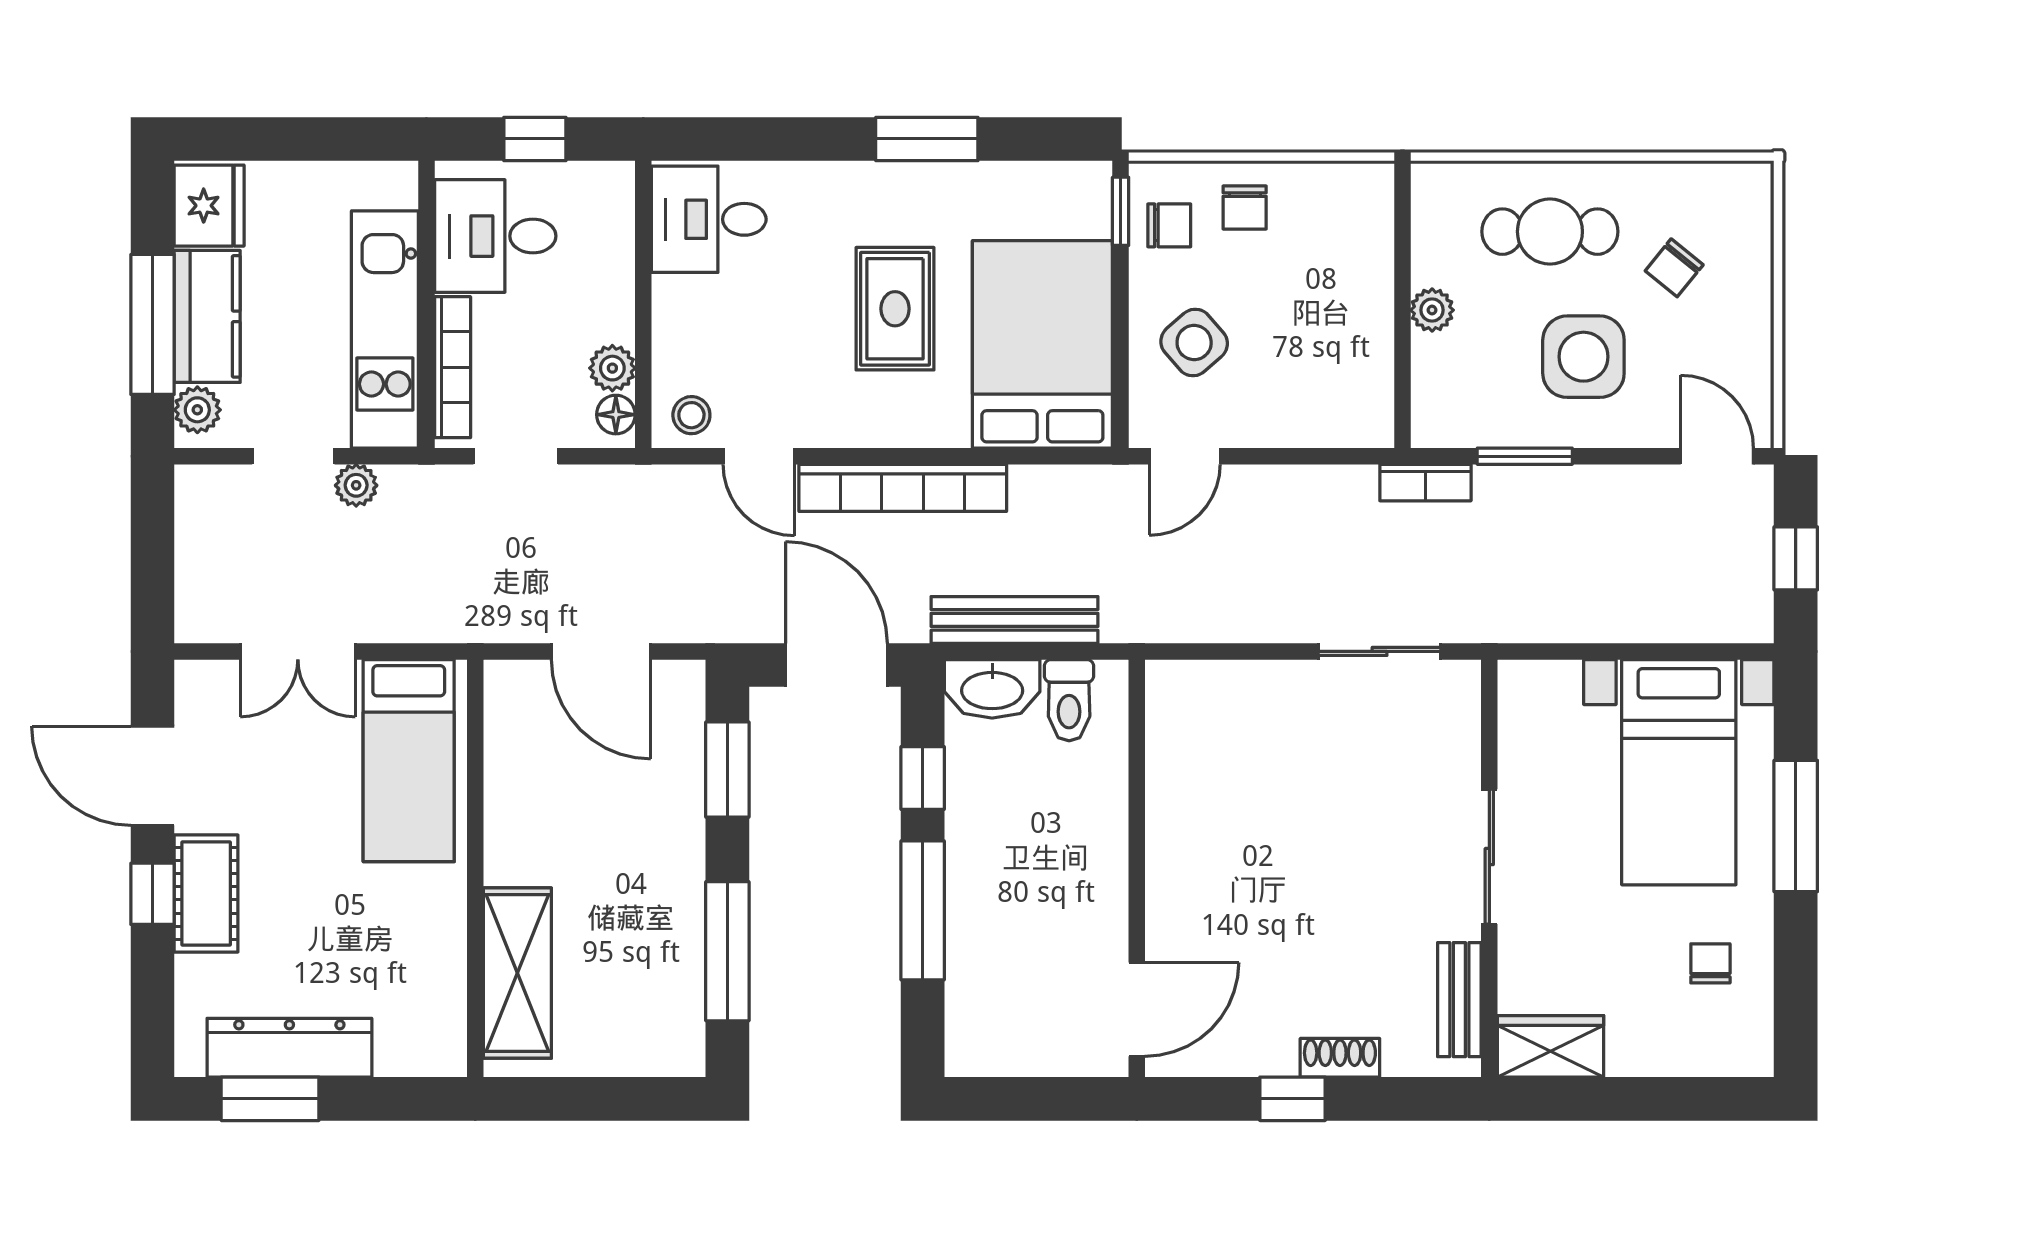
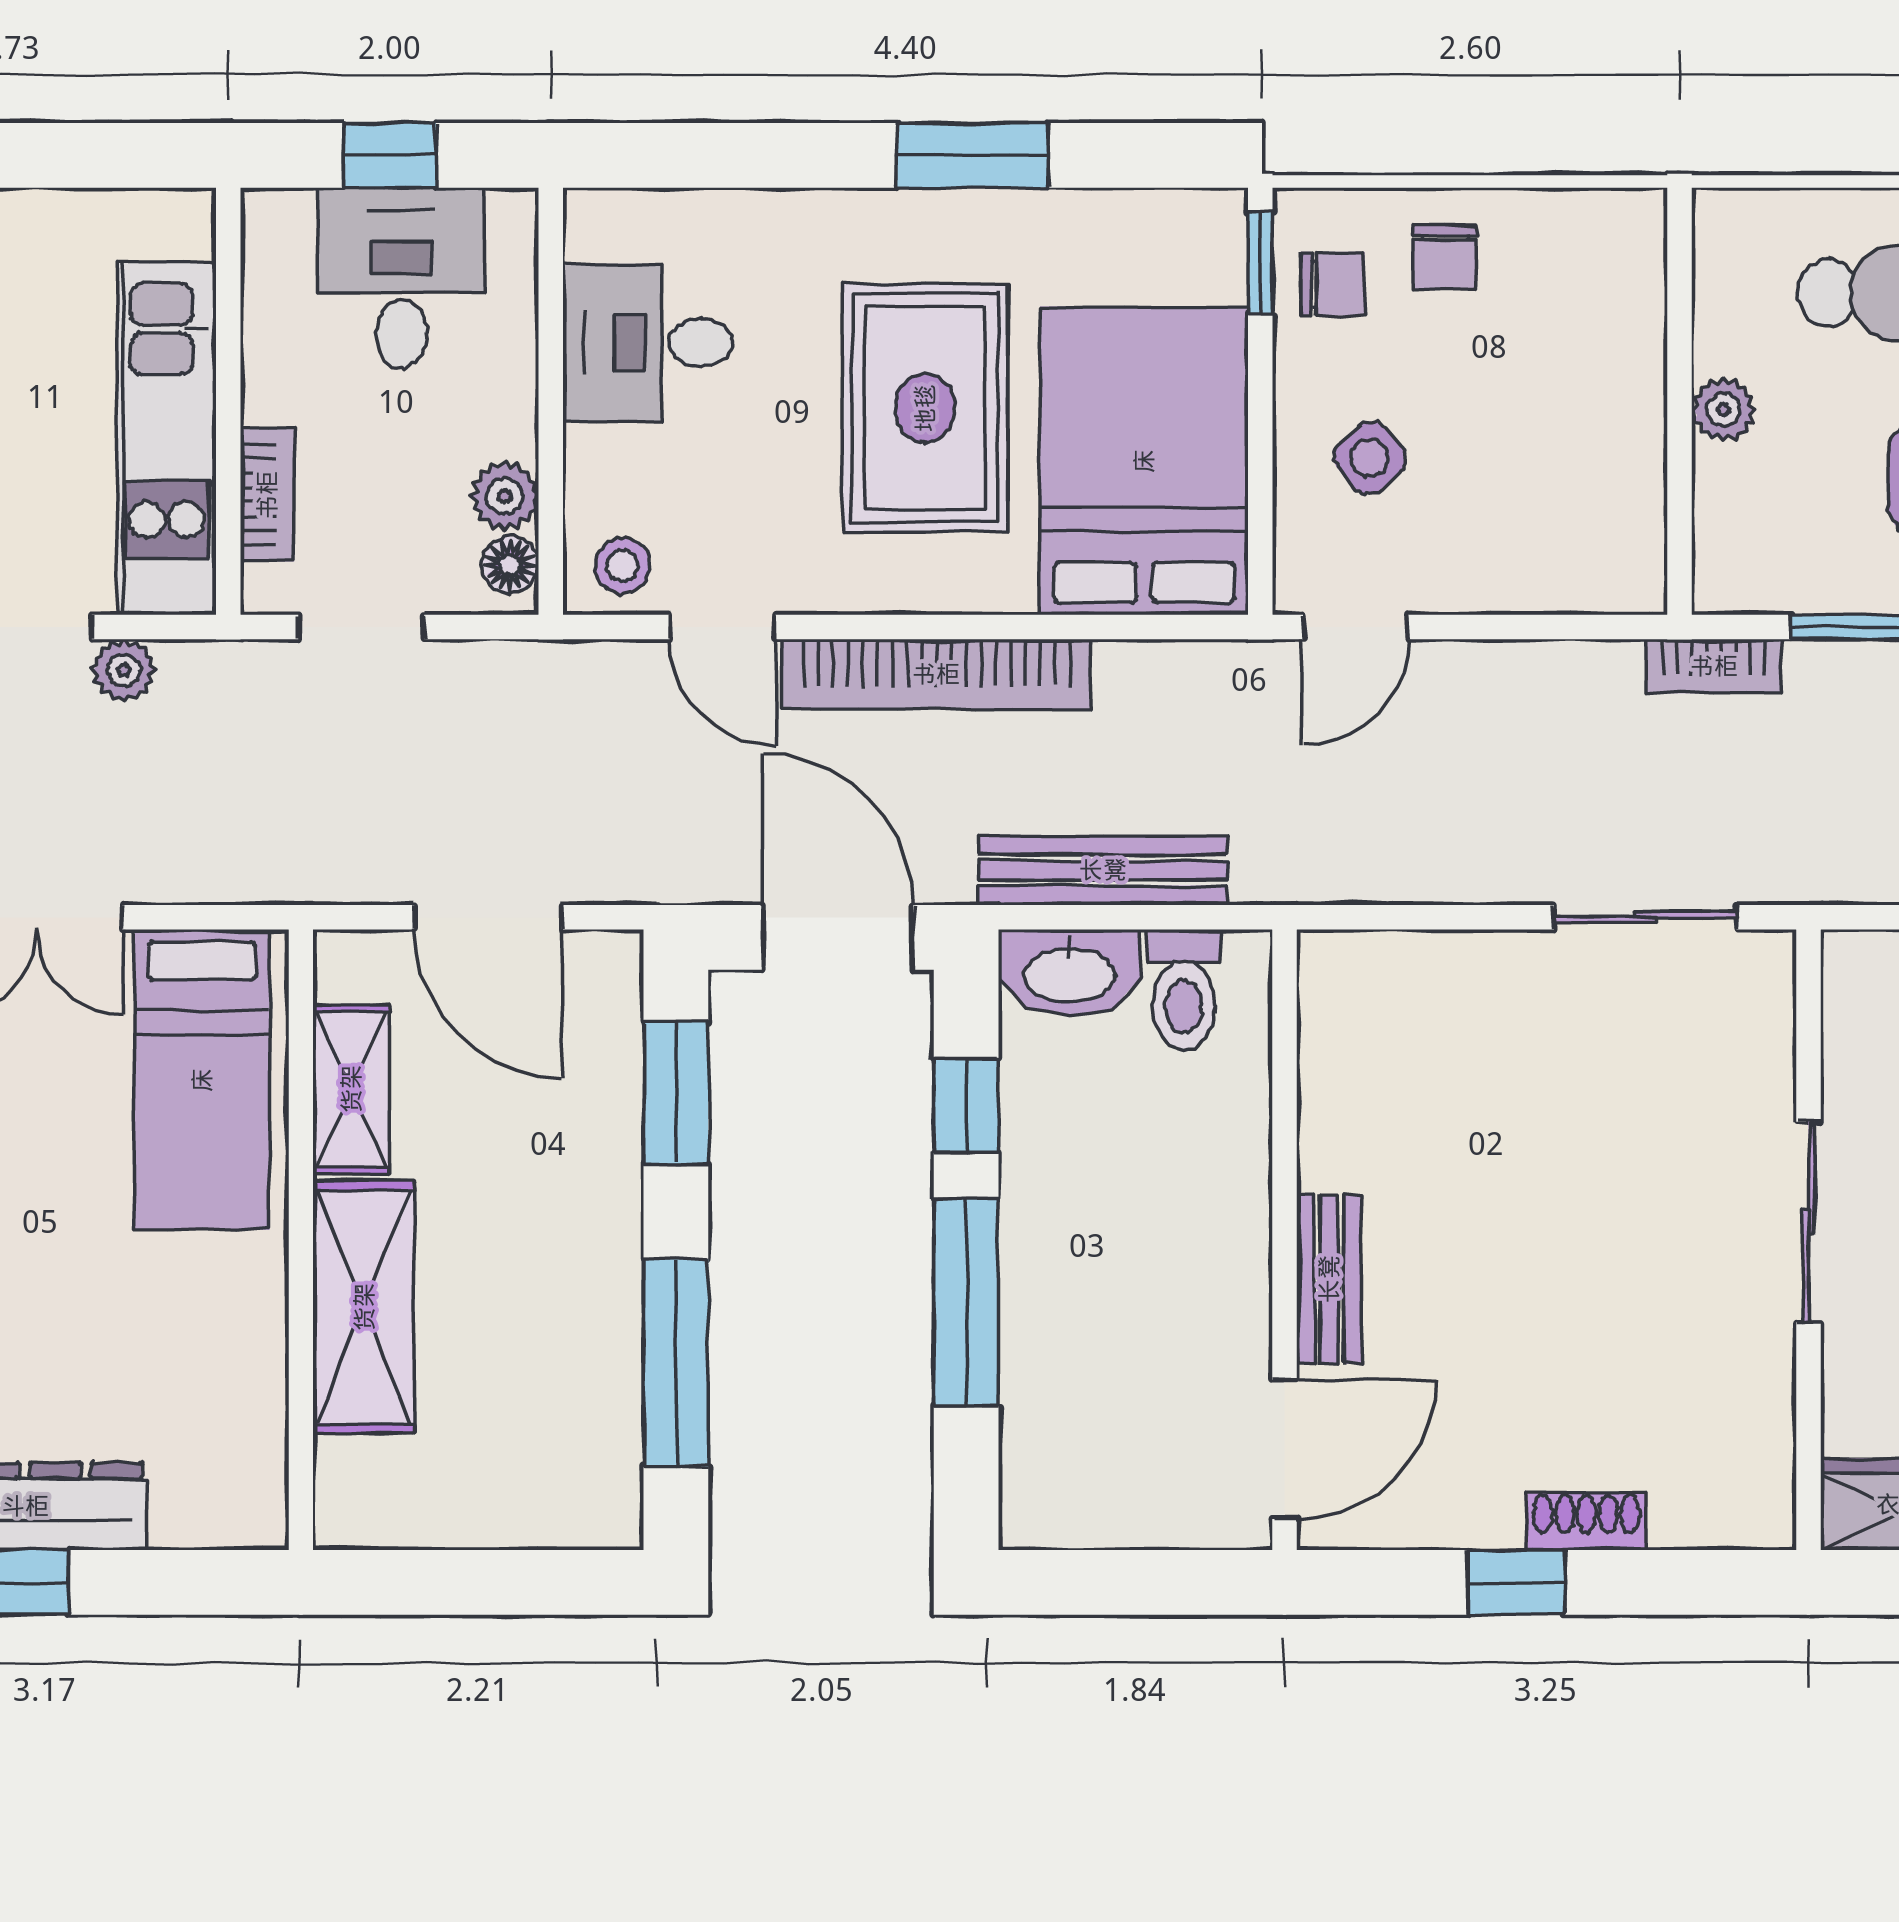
desk: (709, 219) -> (648, 343), moved
desk: (495, 236) -> (401, 278), moved, turned 90
rug: (895, 309) -> (925, 408), width x1.36, depth x1.43
side table: (1194, 343) -> (1370, 458), width x0.73, depth x0.73
bookcase: (453, 367) -> (267, 495), width x0.64
shelving: (509, 767) -> (351, 1089), added
shelving: (517, 973) -> (364, 1307), moved
bench: (1459, 1000) -> (1329, 1279), moved

